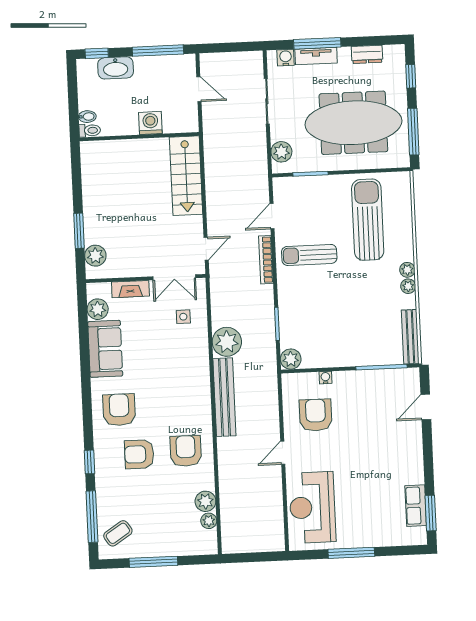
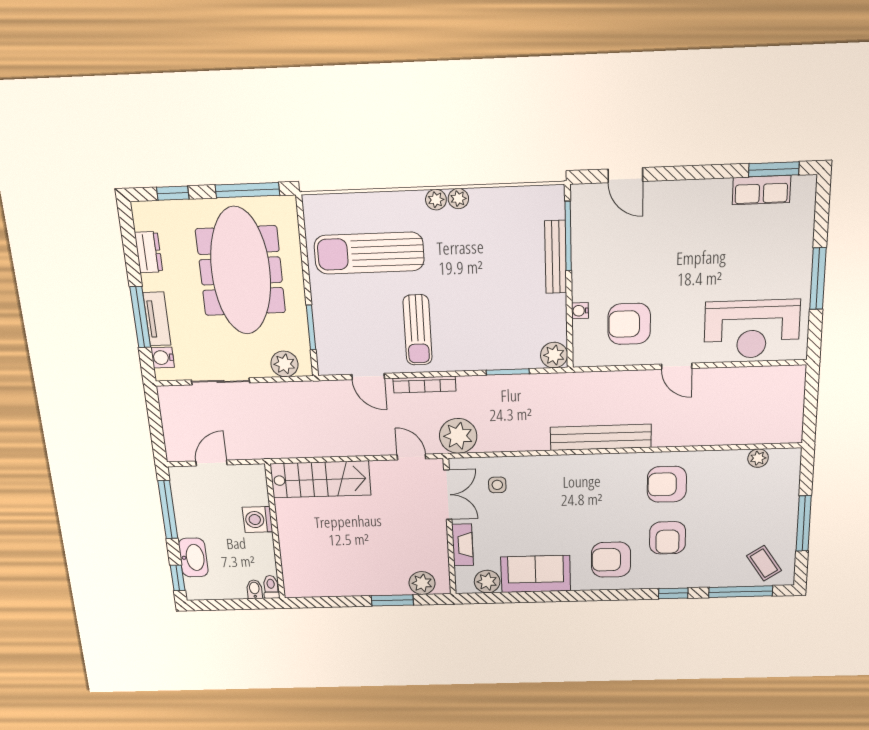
bench: (410, 337) -> (556, 257), moved, turned 90
plant: (227, 342) -> (458, 436), moved
plant: (205, 501) -> (733, 462), removed

